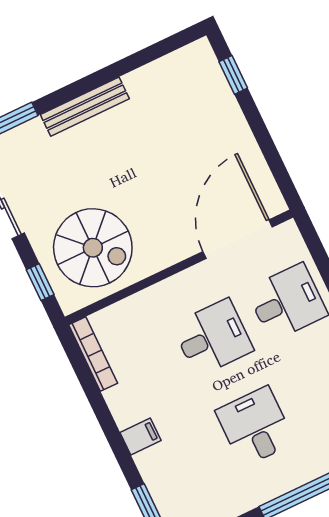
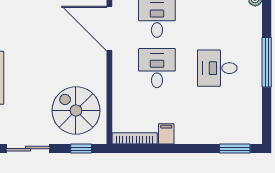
spiral stairs: (93, 248) -> (76, 110), turned -90
filing cabinet: (141, 436) -> (166, 134), moved

